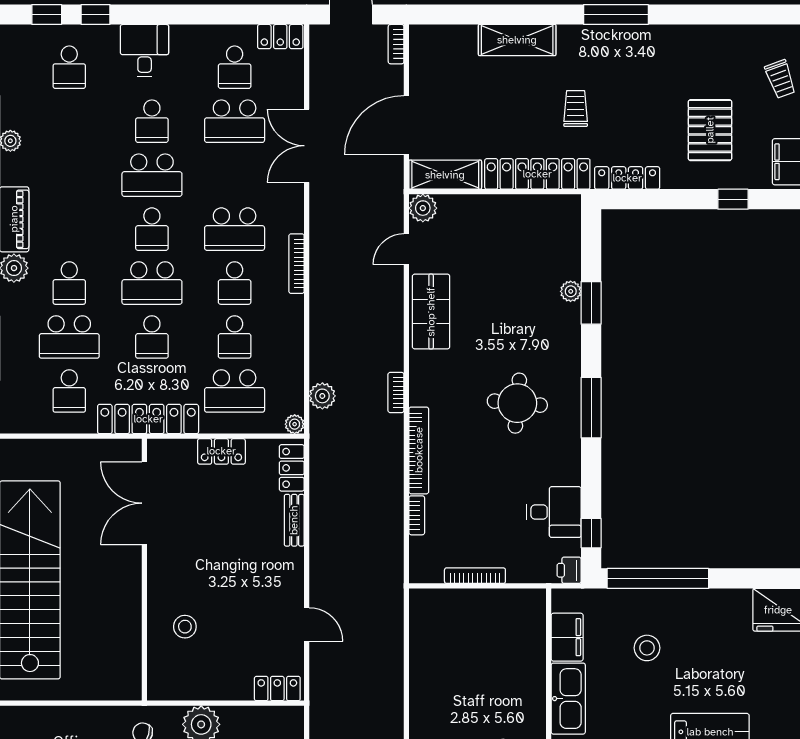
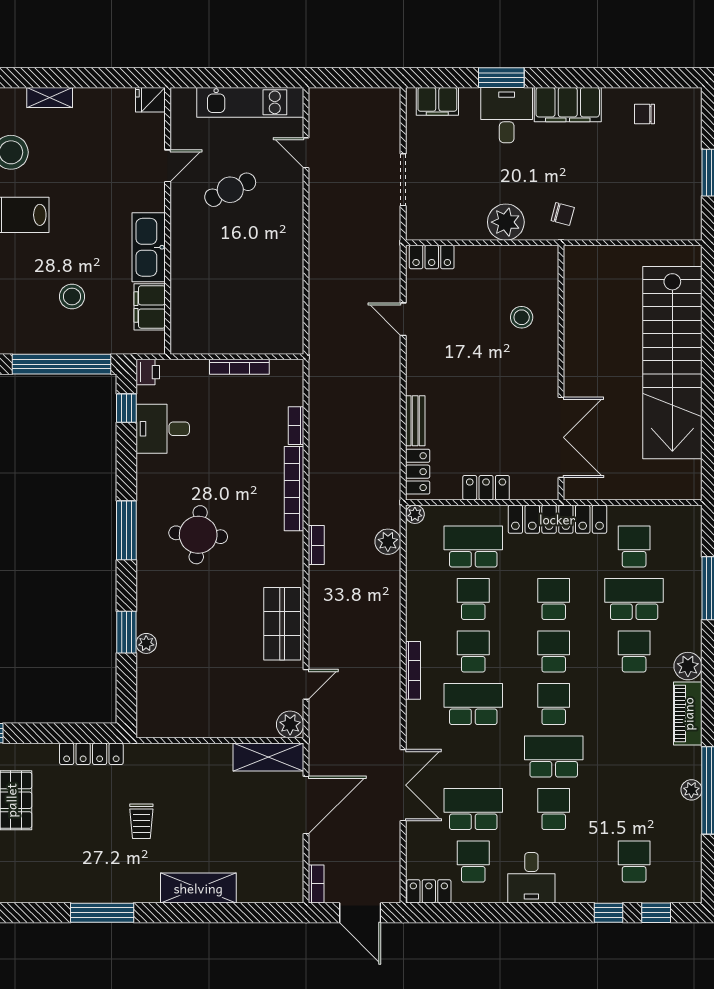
desk: (145, 51) -> (531, 878), moved
locker: (537, 174) -> (179, 758), removed
school desk: (152, 283) -> (554, 651), width x0.54

